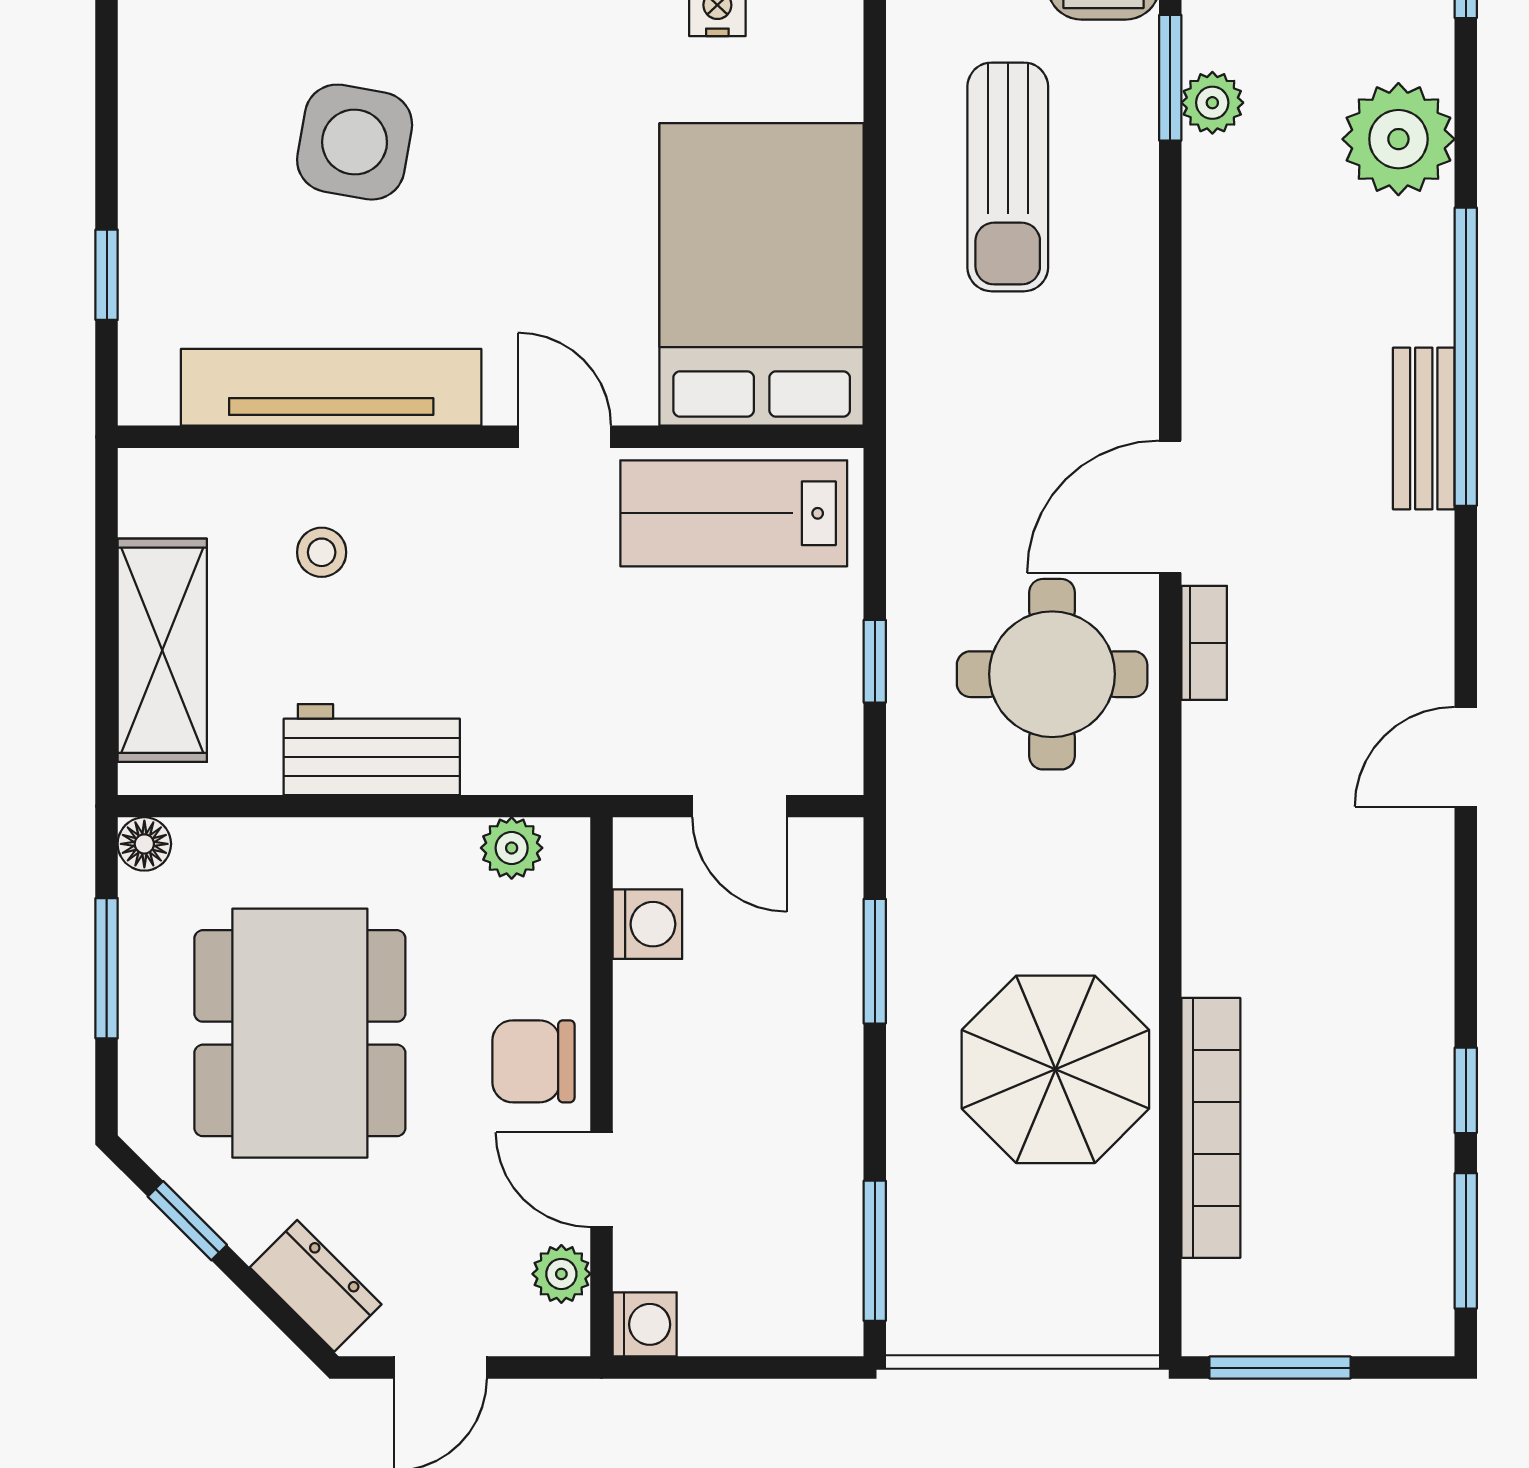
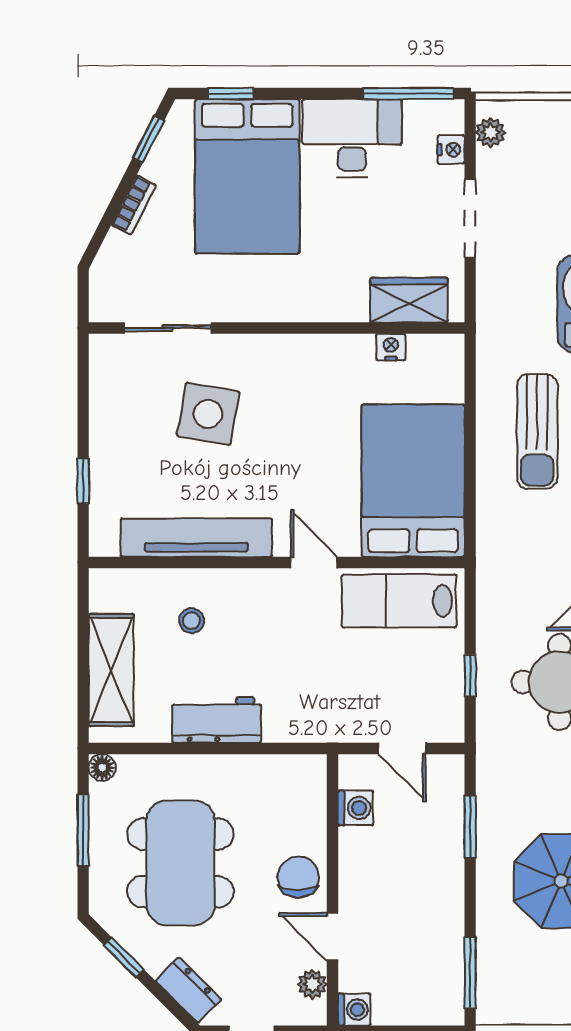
plant: (512, 848) -> (287, 770), removed
chair: (533, 1061) -> (298, 877), turned 90

